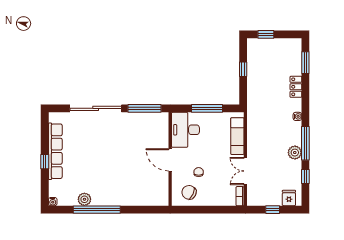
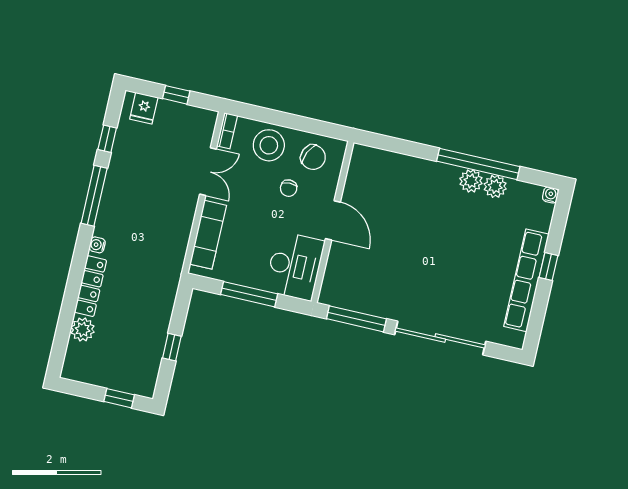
window: (305, 63) -> (62, 334), removed
locker: (296, 87) -> (91, 286), width x1.53
plant: (295, 153) -> (83, 329), moved
stool: (215, 193) -> (269, 145), added
plant: (99, 199) -> (471, 181), added

